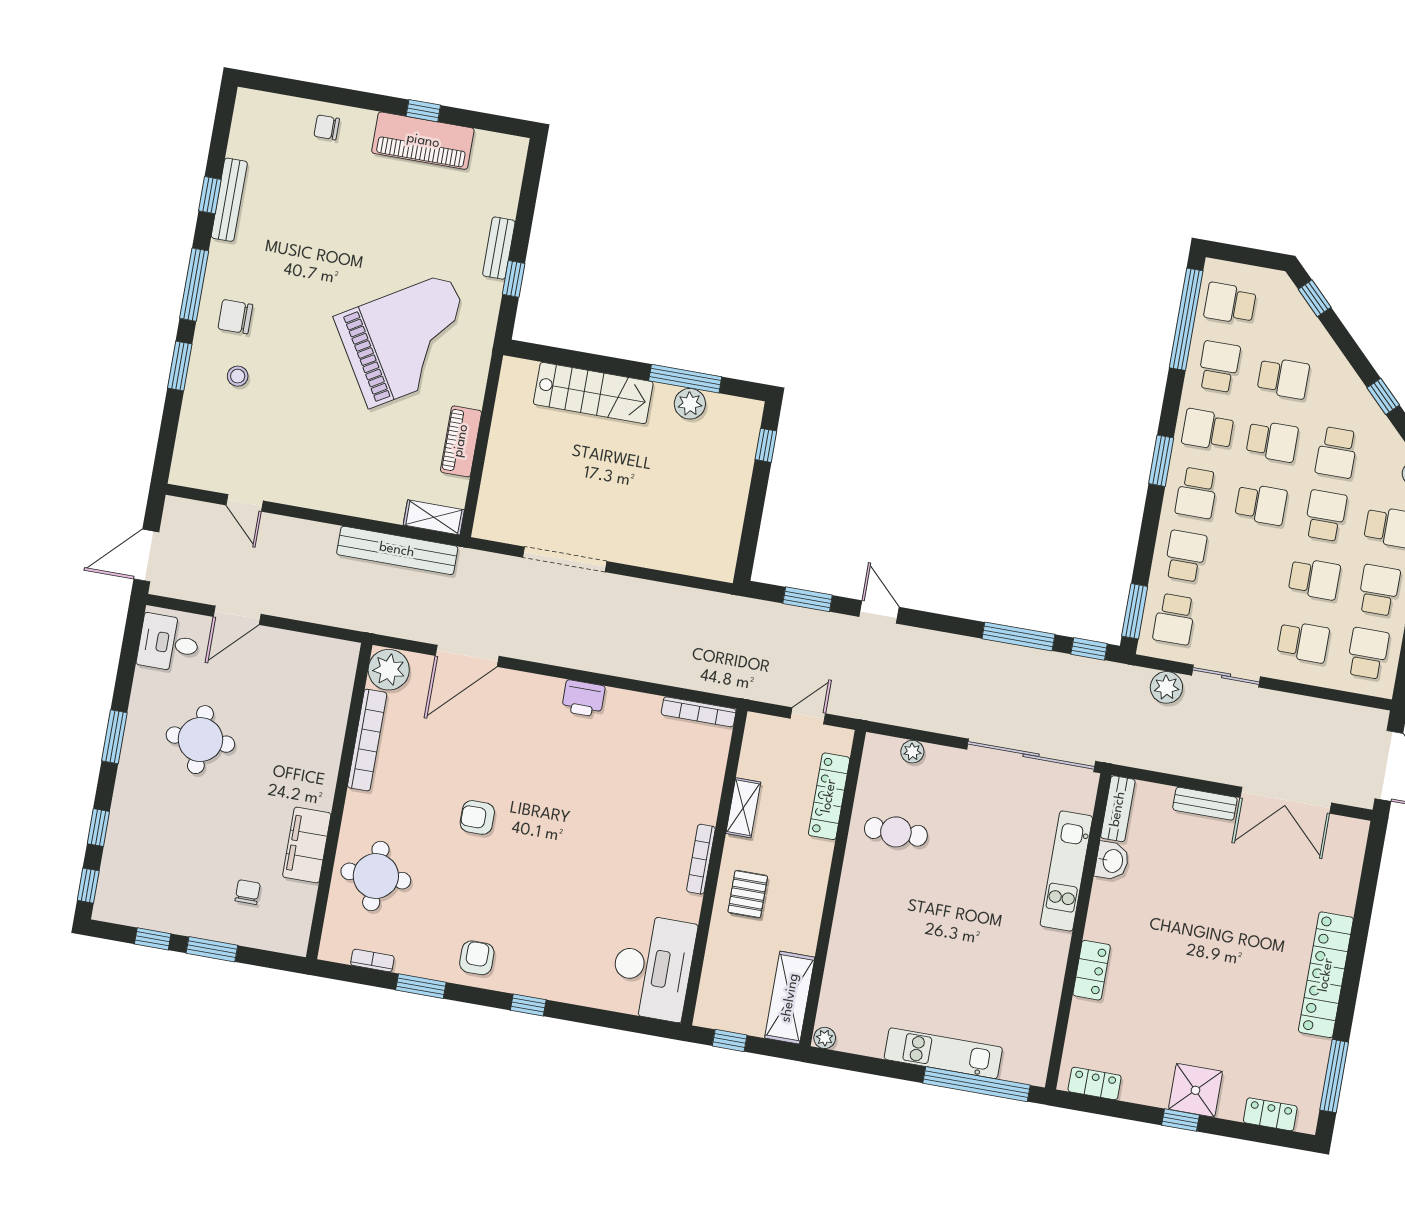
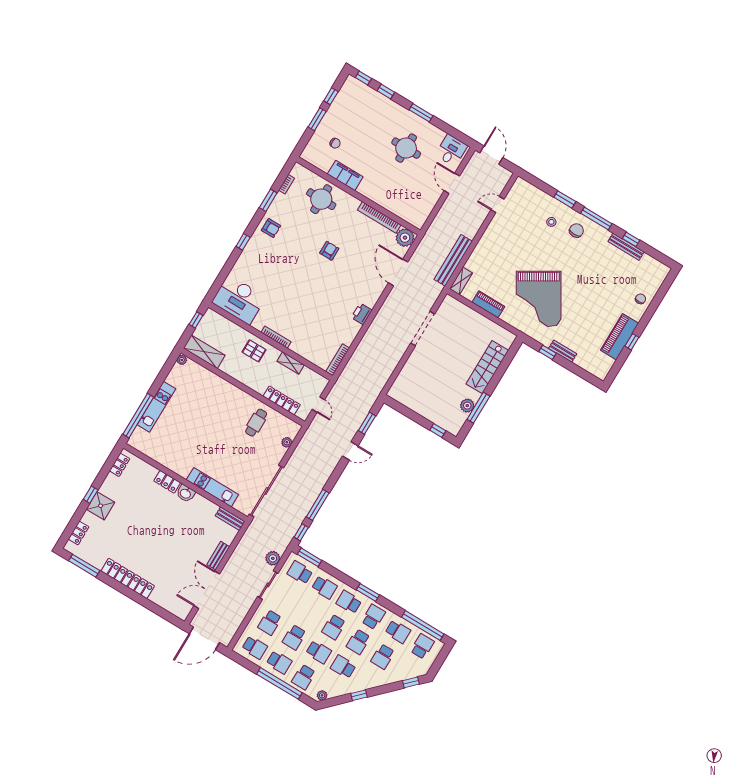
washbasin: (1112, 861) -> (186, 493), moved

